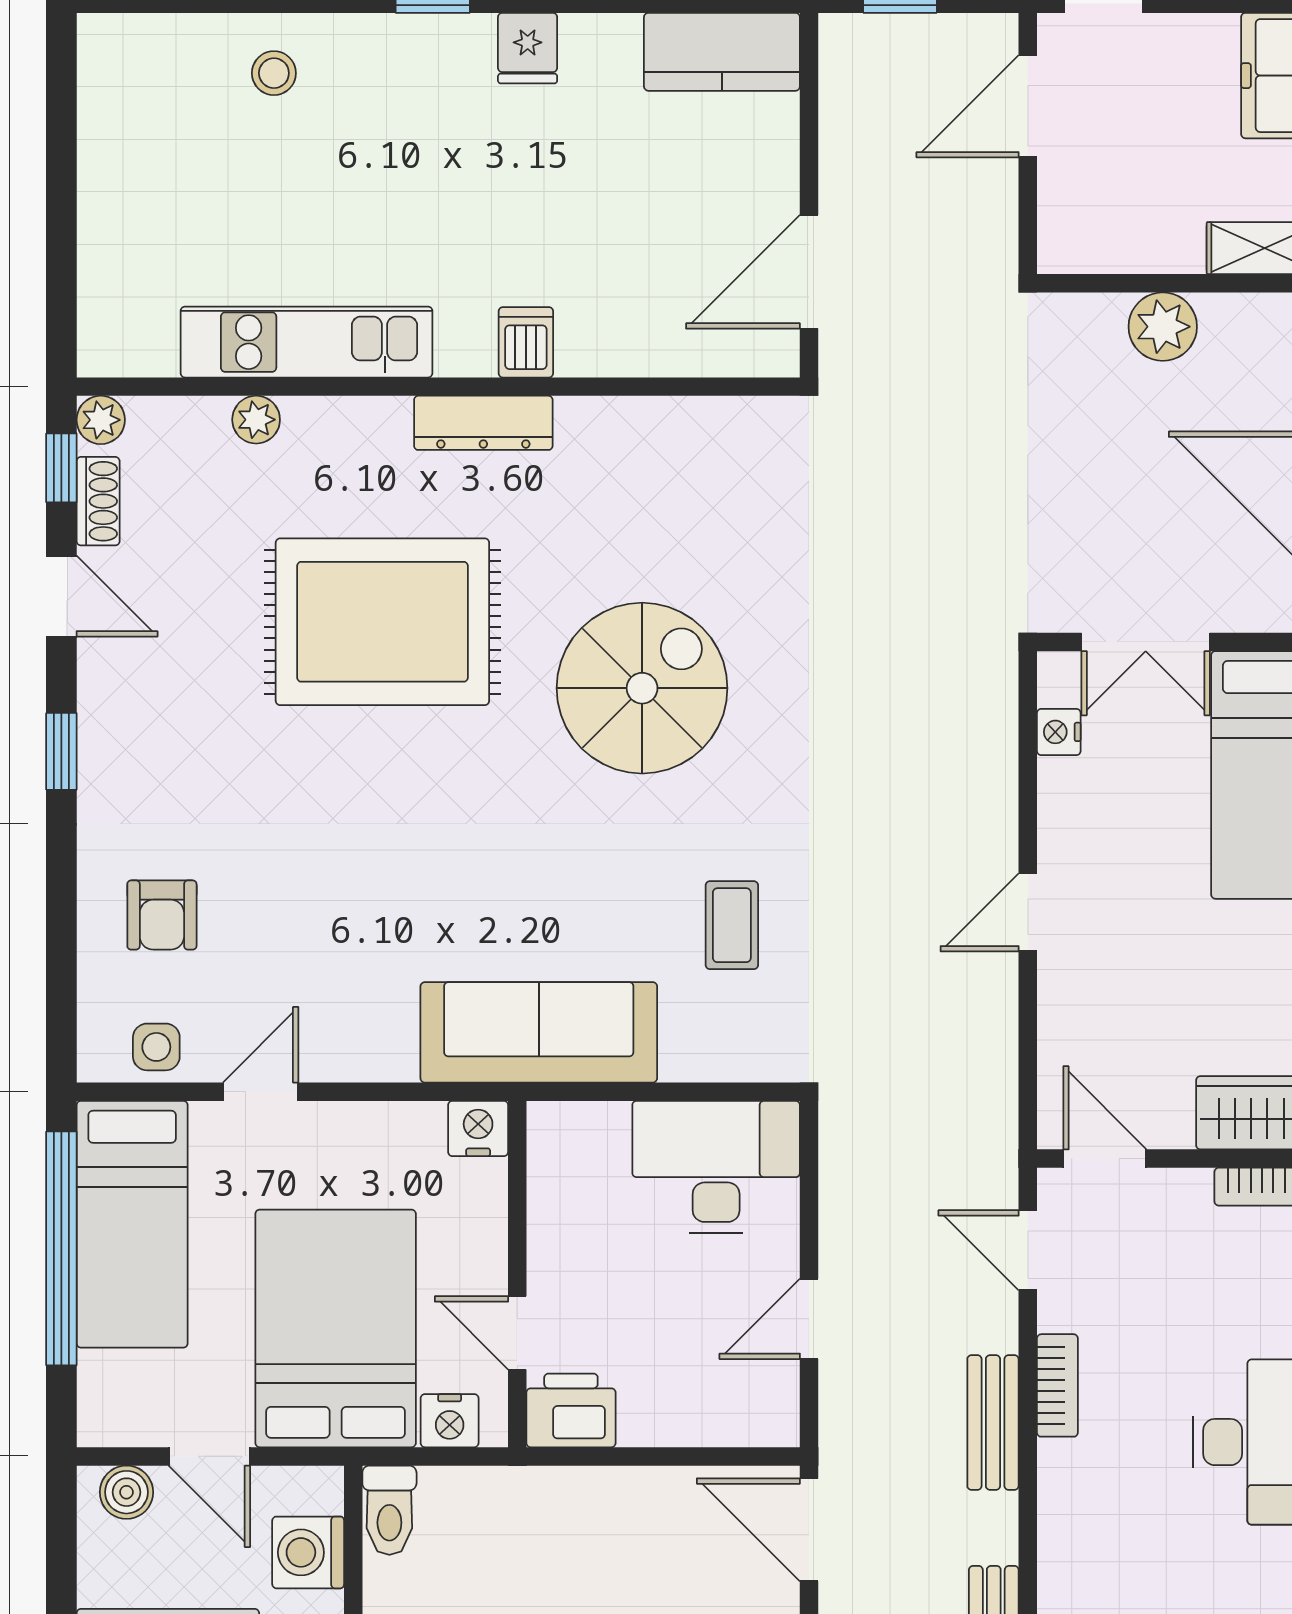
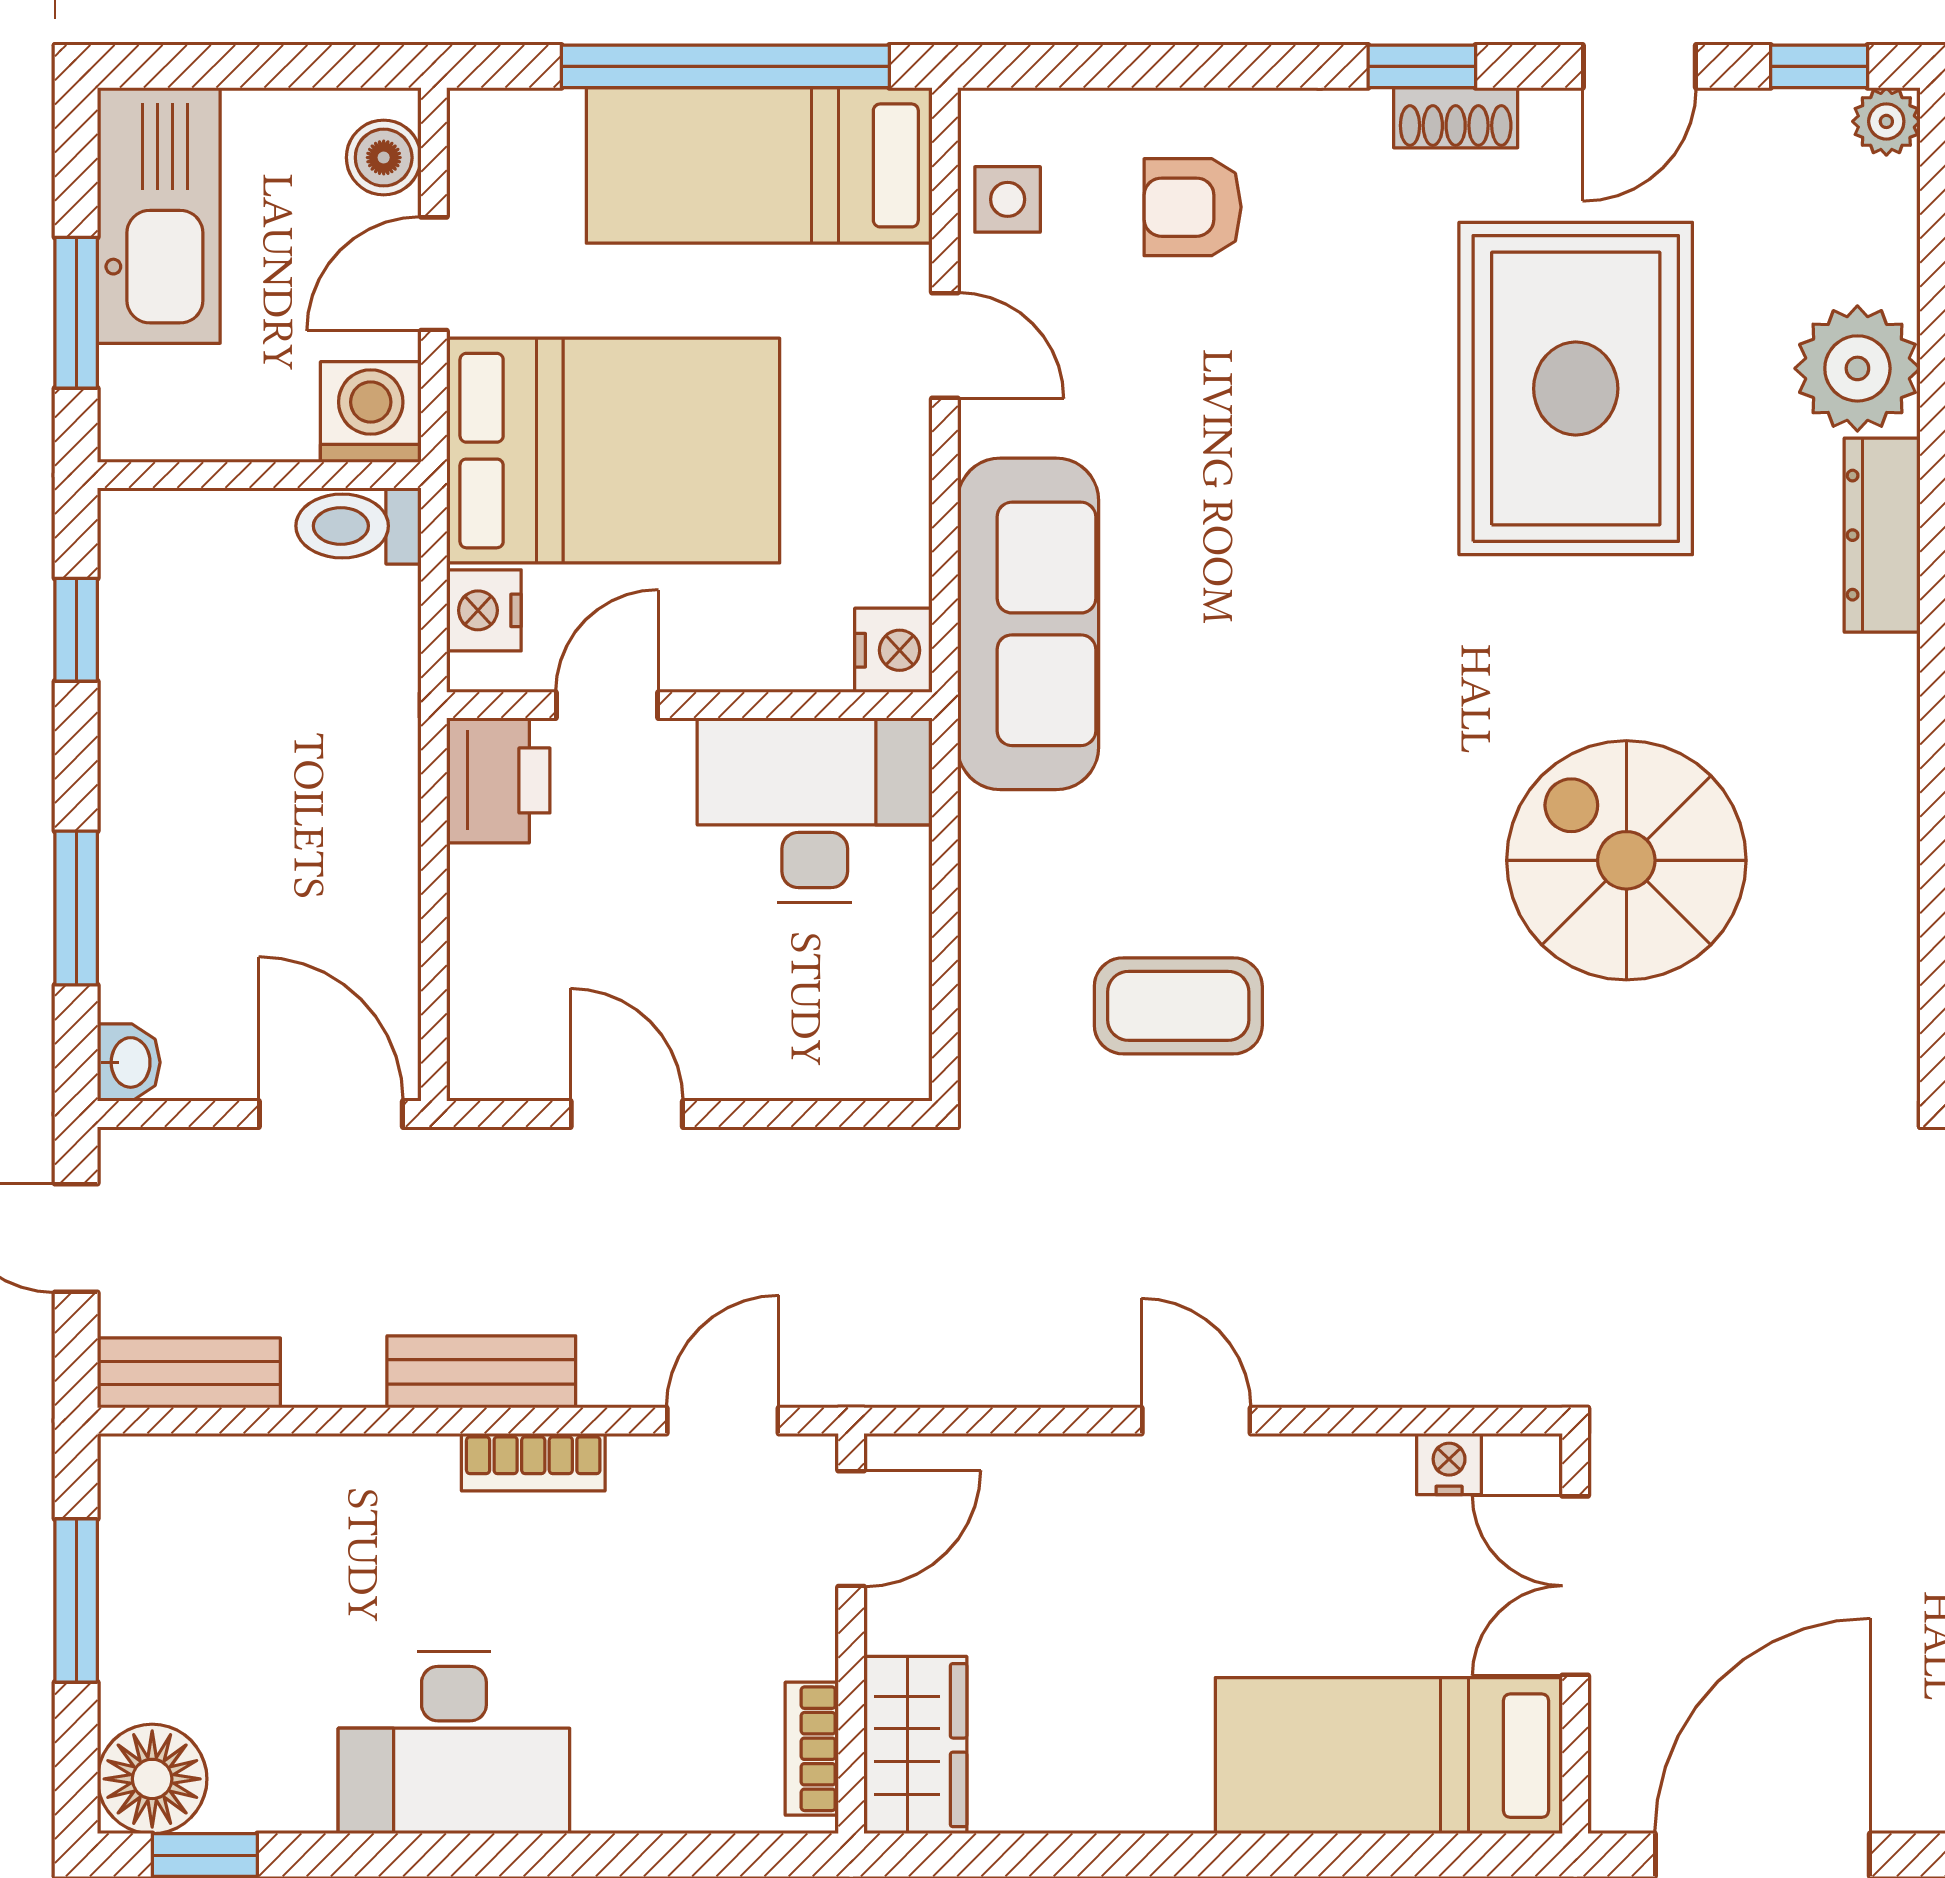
plant: (256, 420) -> (1857, 368), width x1.88, depth x1.88
dresser: (483, 423) -> (1882, 535), moved
shoe rack: (98, 501) -> (1456, 118), moved
rug: (382, 622) -> (1576, 389), moved
spiral stairs: (642, 688) -> (1626, 860), moved, turned 180
coffee table: (732, 925) -> (1178, 1006), width x1.36, depth x1.30
sofa: (539, 1032) -> (1028, 624), moved
desk: (716, 1167) -> (815, 810), moved, turned -90
door: (809, 1530) -> (331, 1114), hinge flipped
washing machine: (308, 1552) -> (371, 412), moved

